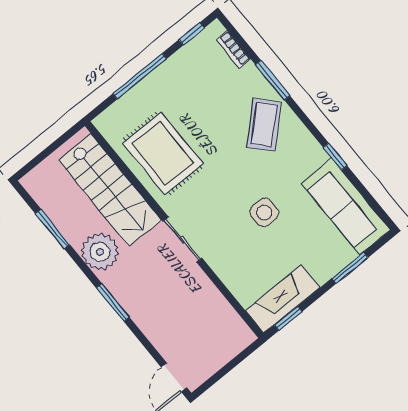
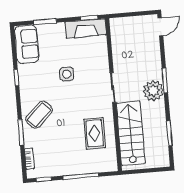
rug: (163, 153) -> (95, 133), width x0.73, depth x0.70
sofa: (346, 206) -> (27, 44), width x0.73
plant: (100, 252) -> (153, 91), moved

